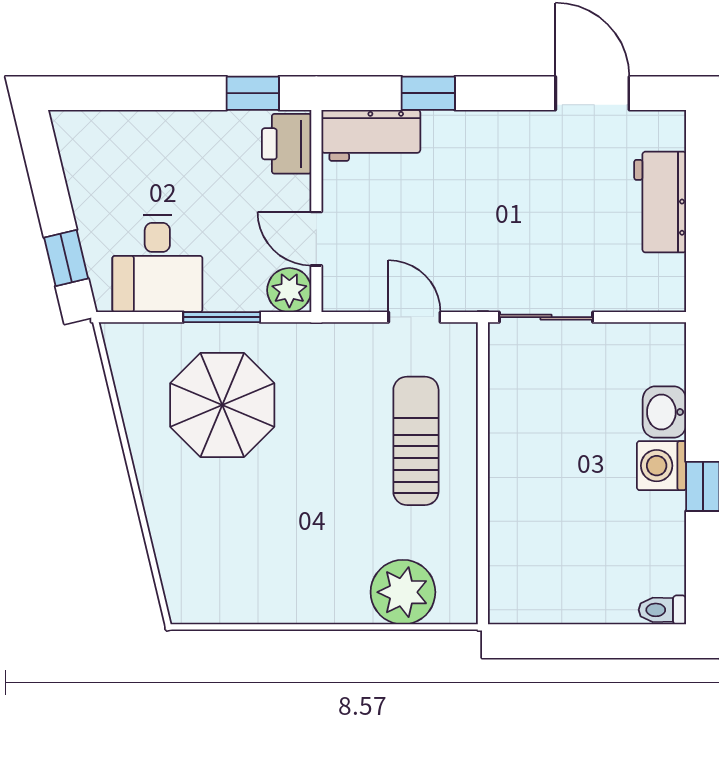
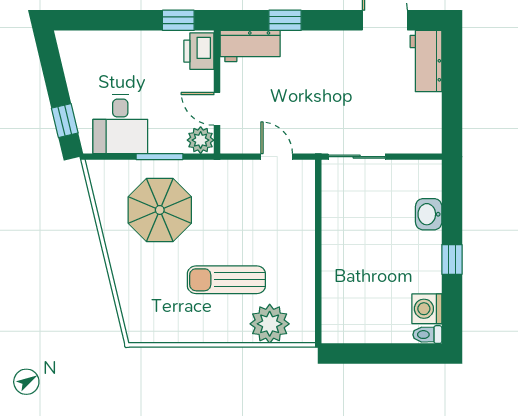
workbench: (660, 202) -> (426, 61), moved
sun lounger: (416, 441) -> (226, 280), moved, turned -90
washing machine: (662, 466) -> (427, 309), moved

